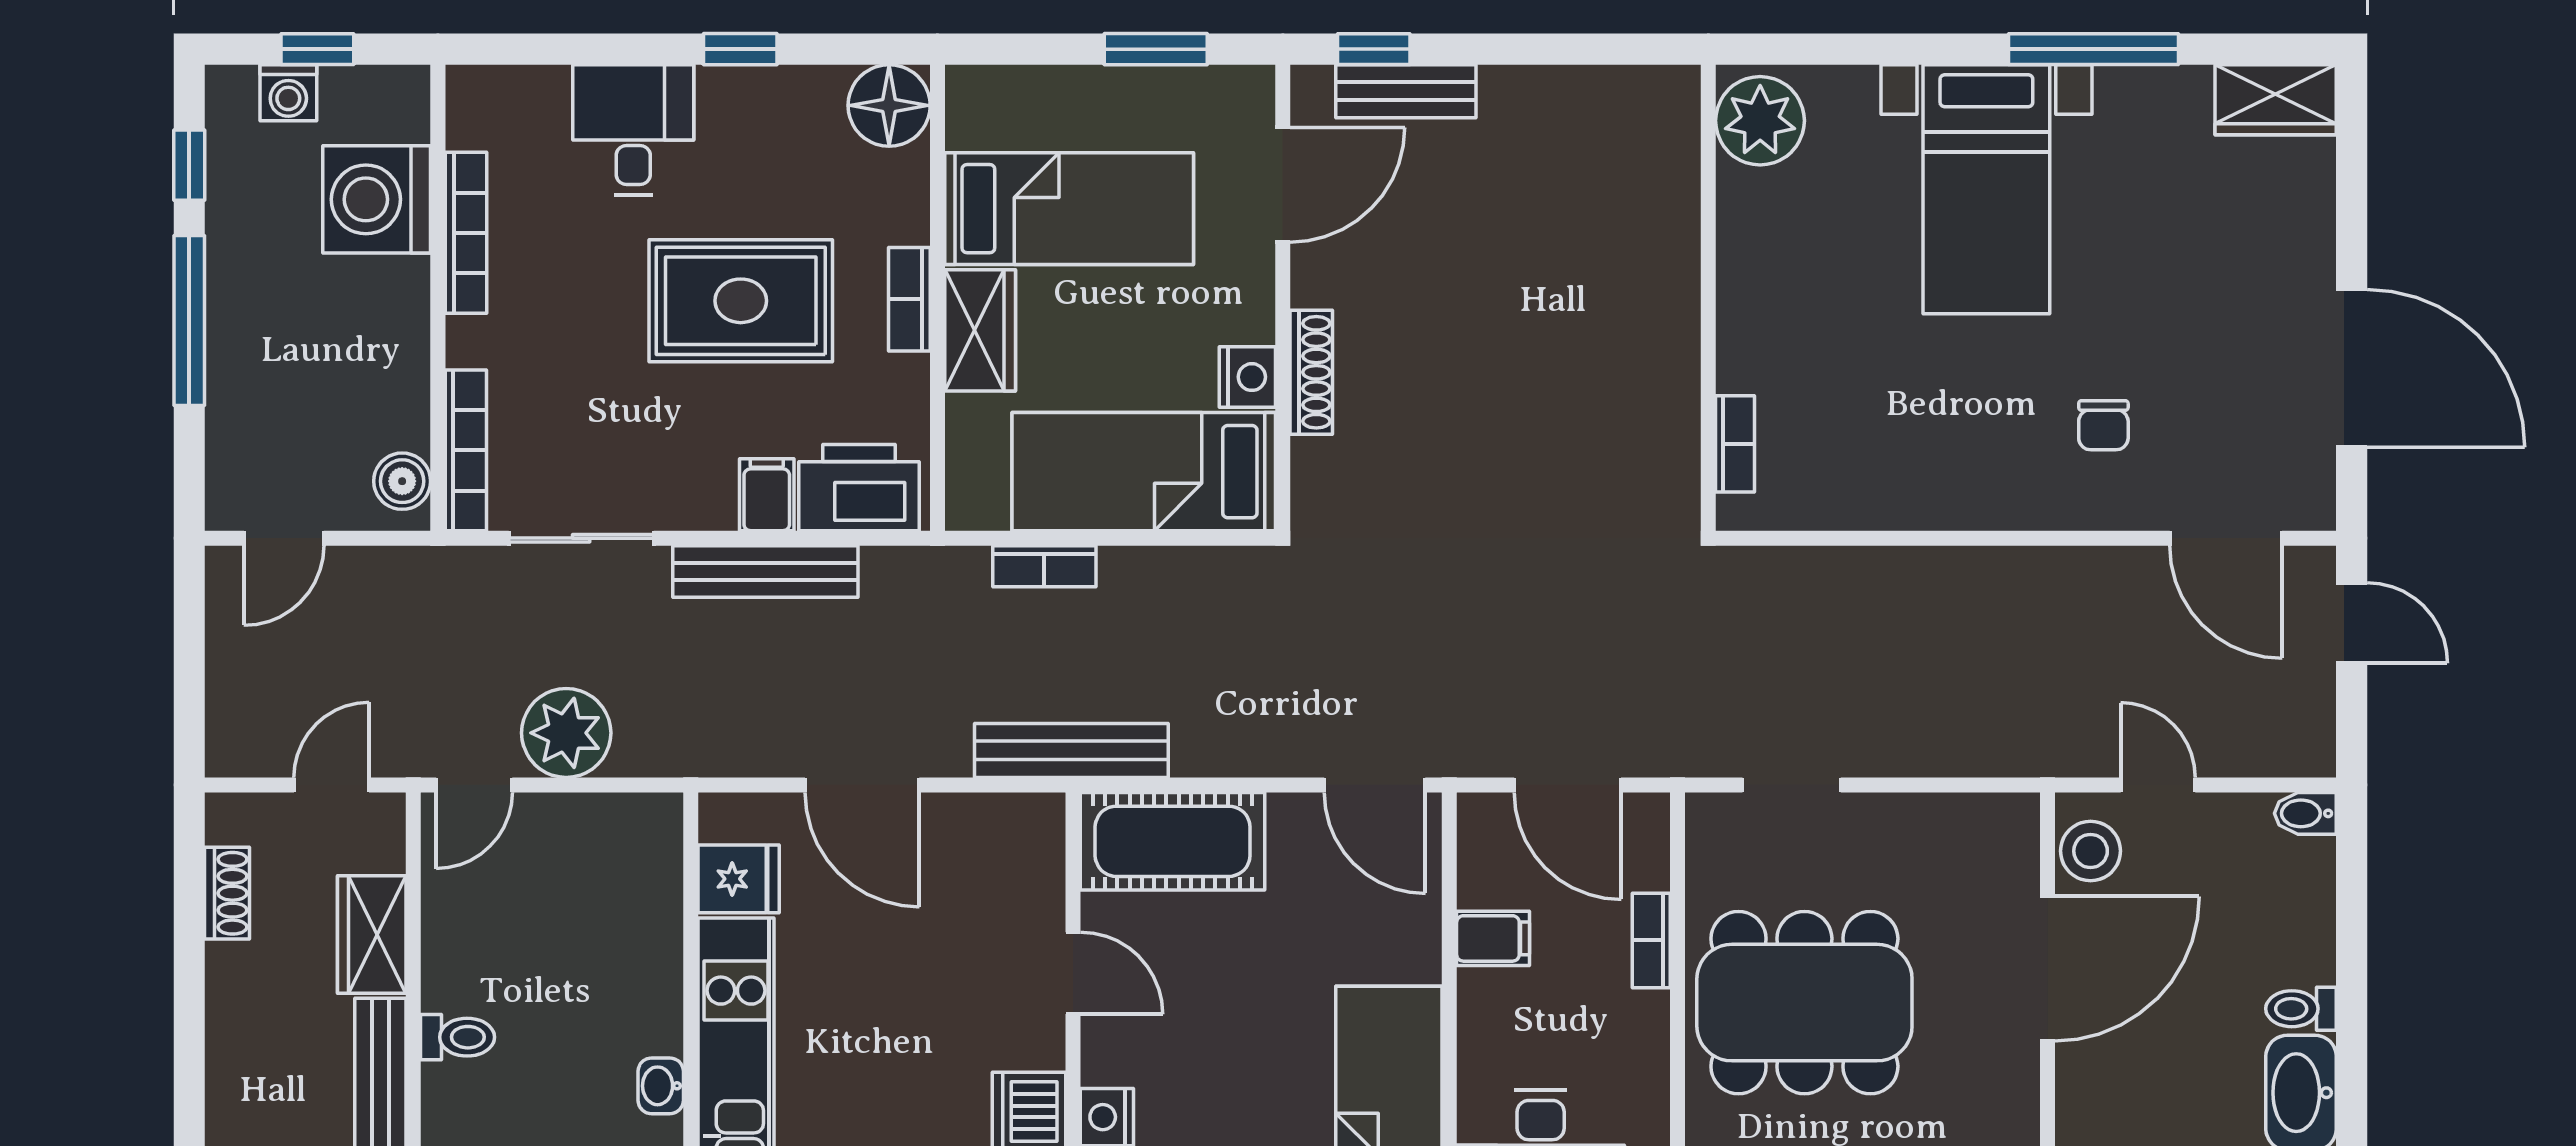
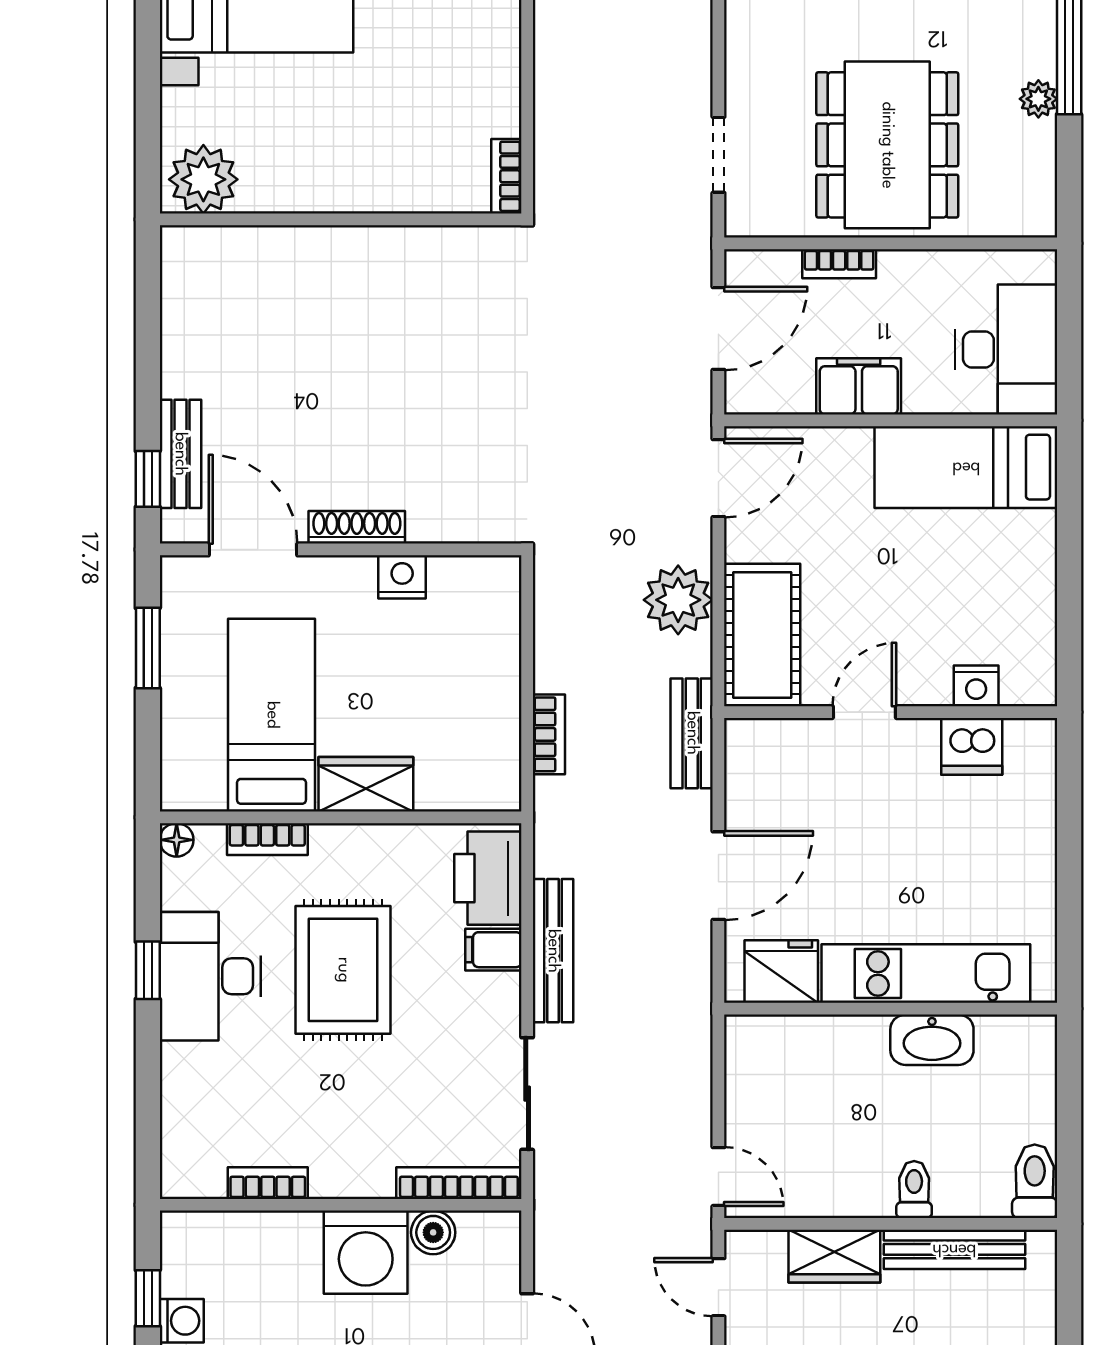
floor lamp: (889, 105) -> (177, 840), width x0.53, depth x0.53
desk: (633, 130) -> (210, 976), moved, width x1.37
washing machine: (377, 199) -> (366, 1252), moved
bookcase: (466, 233) -> (268, 1183), width x0.64
bookcase: (909, 299) -> (267, 839), moved
shoe rack: (1311, 372) -> (357, 527), moved
bookcase: (1735, 444) -> (506, 176), moved, turned -90
bed: (1144, 472) -> (475, 657), removed
boiler: (402, 481) -> (433, 1232), moved
plant: (566, 733) -> (678, 600), moved
bench: (1071, 750) -> (692, 733), width x0.73
fridge: (739, 879) -> (781, 971), width x1.38
filing cabinet: (1493, 938) -> (859, 386), width x2.00
washbasin: (661, 1086) -> (932, 1040), width x1.91, depth x1.45

